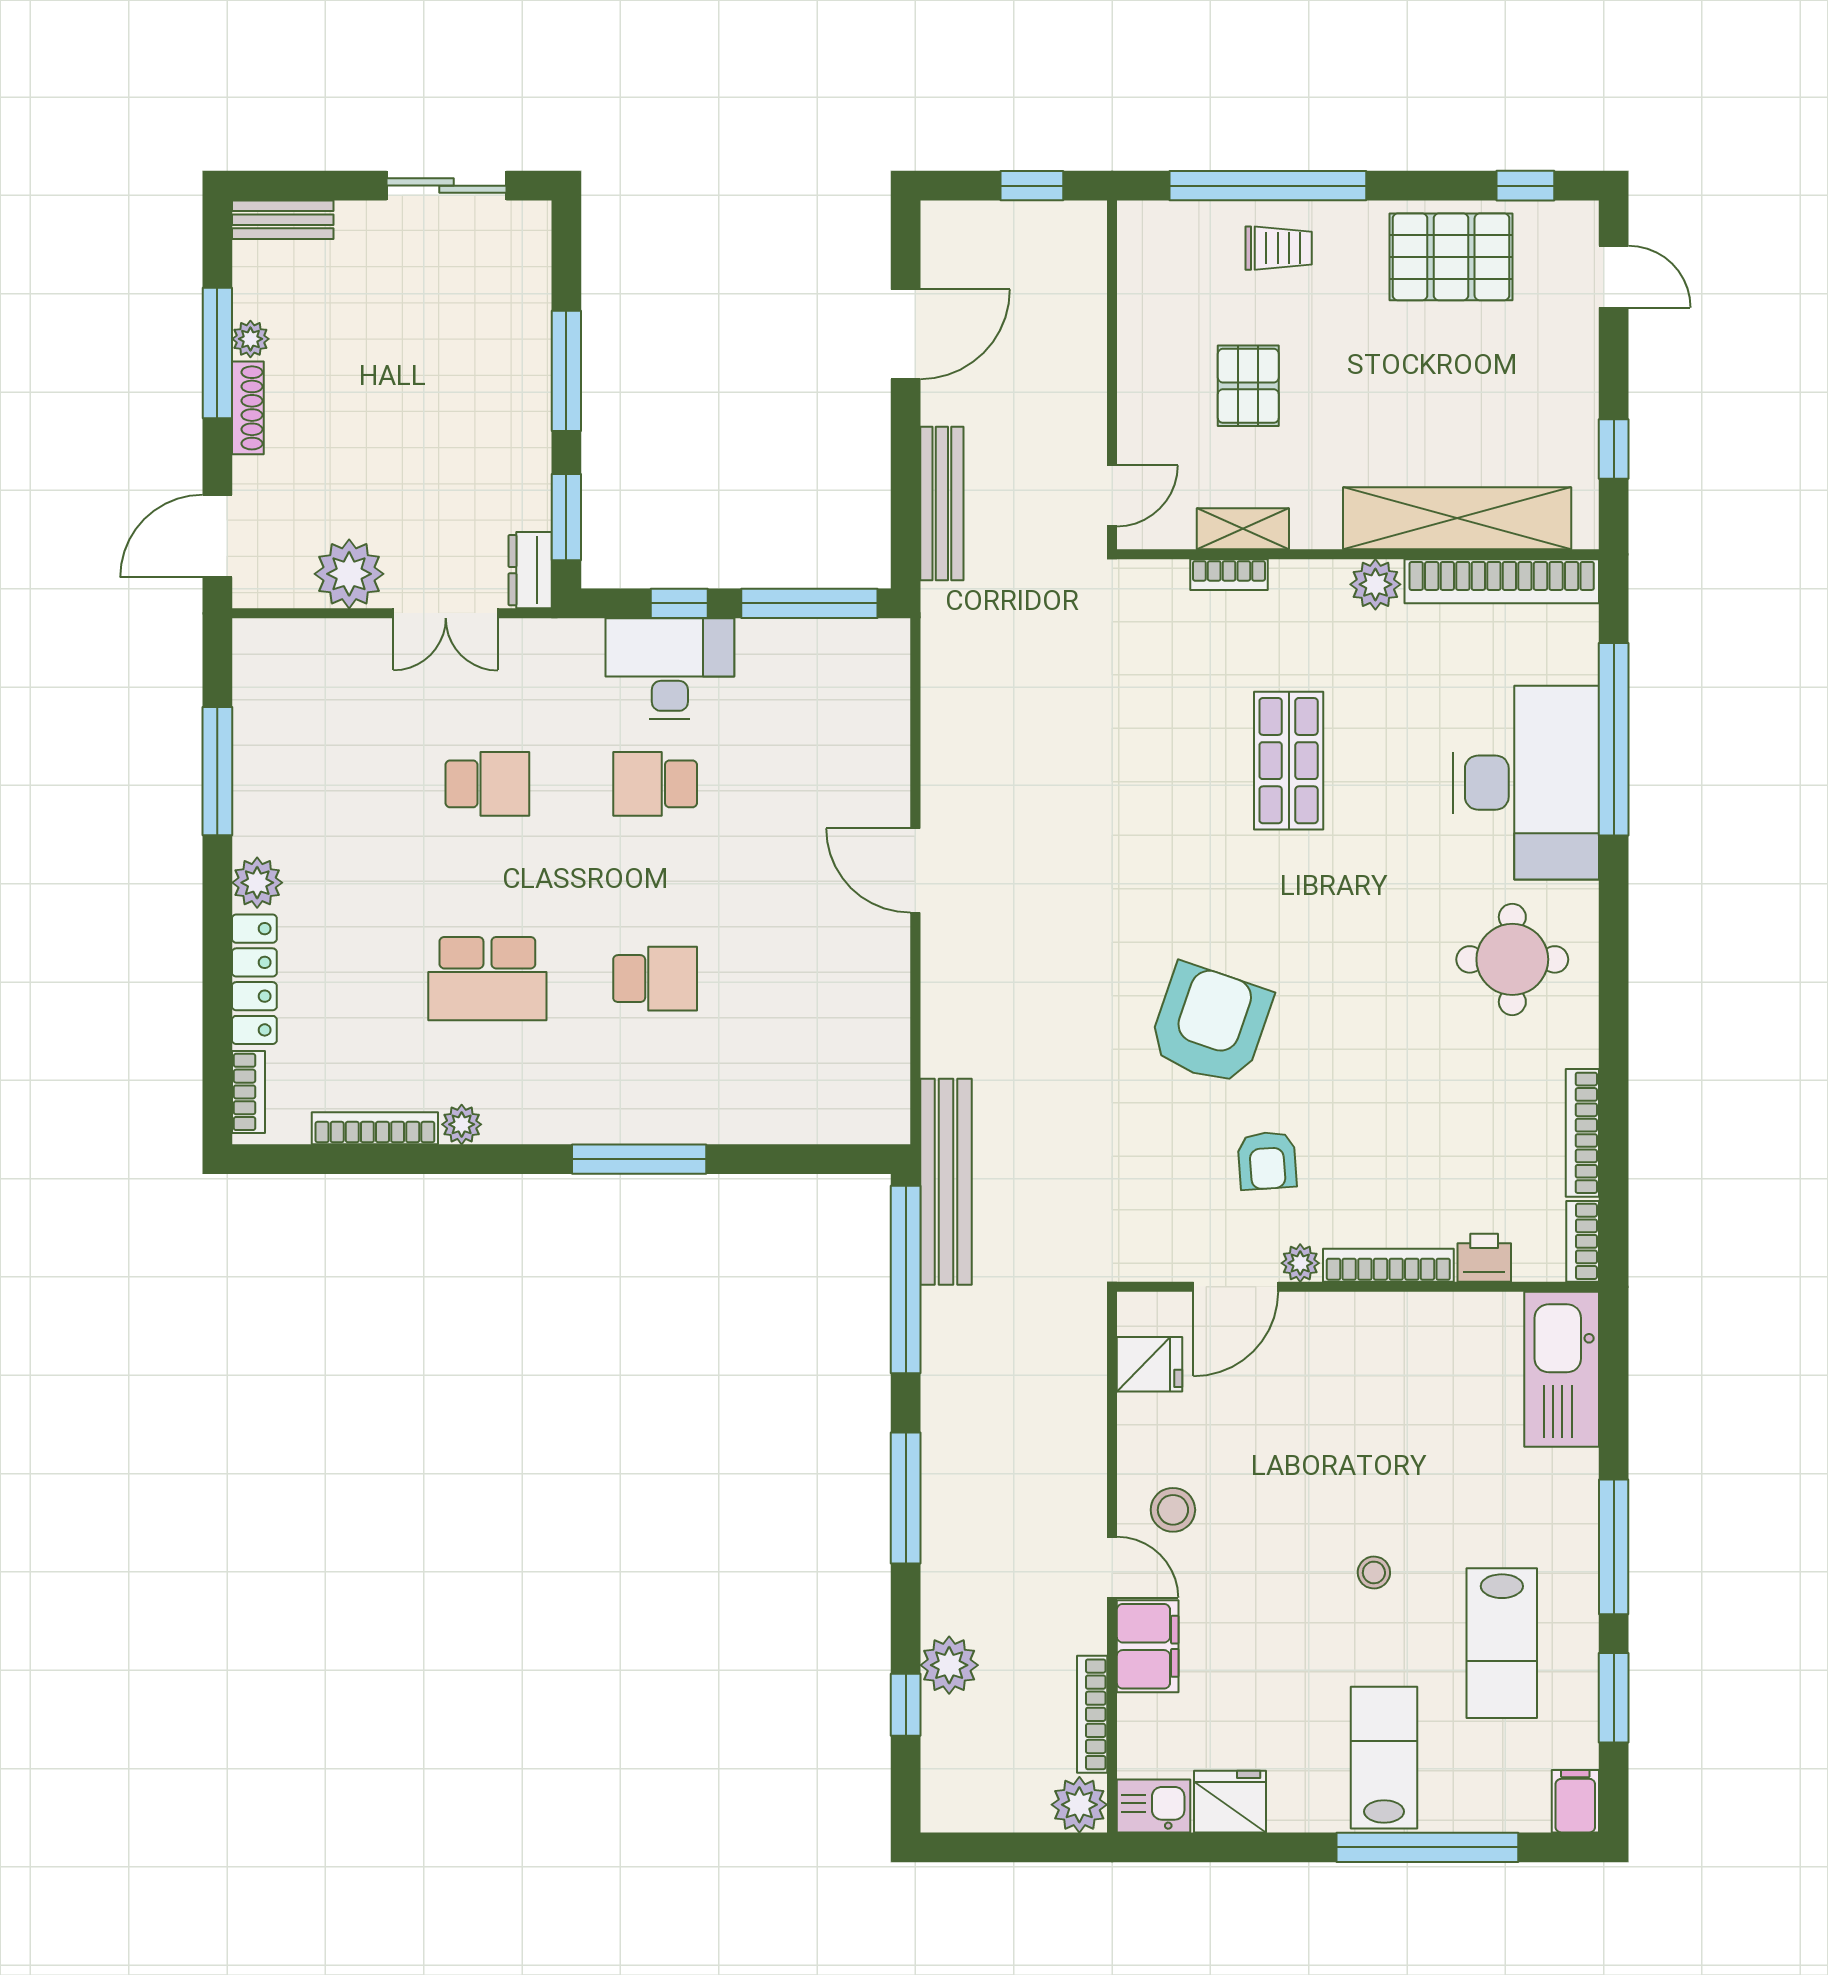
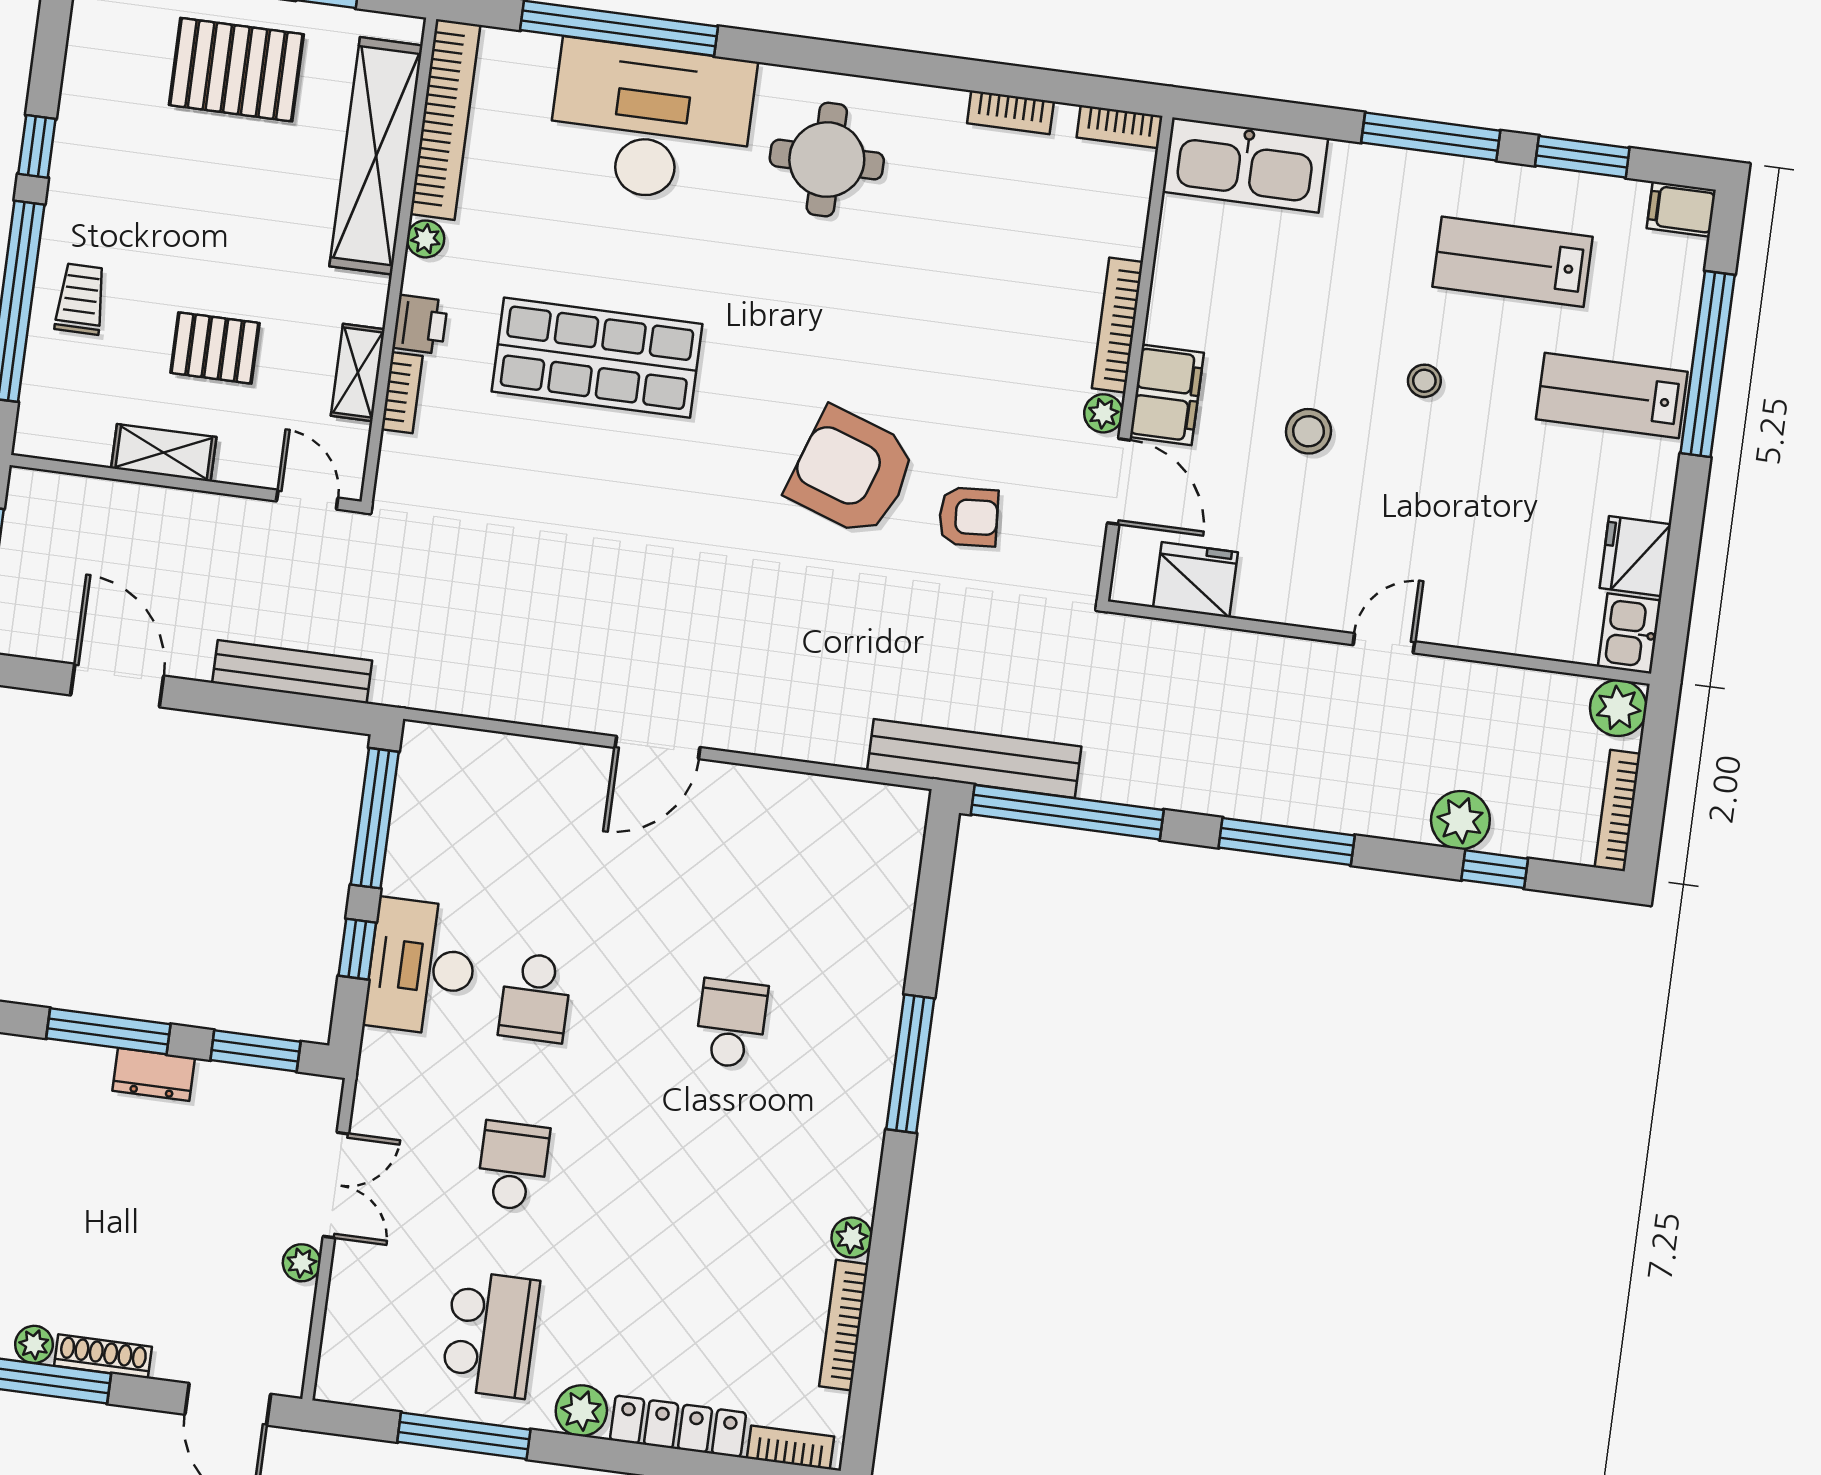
window: (1525, 186) -> (37, 146), moved
pallet: (1451, 257) -> (236, 70), moved, turned 90
shelving: (1139, 350) -> (164, 453), added
dresser: (530, 570) -> (154, 1074), moved
plant: (349, 574) -> (302, 1263), width x0.53, depth x0.53
plant: (1375, 584) -> (426, 239), width x0.73, depth x0.73
shop shelf: (1289, 761) -> (597, 358), width x1.43, depth x1.36
school desk: (487, 979) -> (490, 1334), moved
bookcase: (1582, 1133) -> (1010, 112), width x0.64
armchair: (1267, 1161) -> (968, 517), moved
printer: (1484, 1258) -> (420, 324), moved, turned 180
fridge: (1150, 1364) -> (1196, 580), width x1.38
stool: (1173, 1510) -> (1309, 431), moved
lab bench: (1502, 1643) -> (1513, 262), turned 180
filing cabinet: (1148, 1646) -> (1167, 395), moved, turned 90
bookcase: (1092, 1714) -> (1618, 811), moved, turned 90

